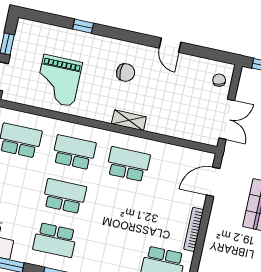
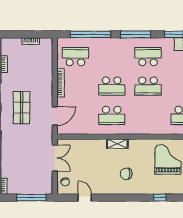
door: (170, 45) -> (85, 198), moved
double door: (227, 119) -> (55, 158), swing flipped
school desk: (74, 152) -> (112, 86), moved

